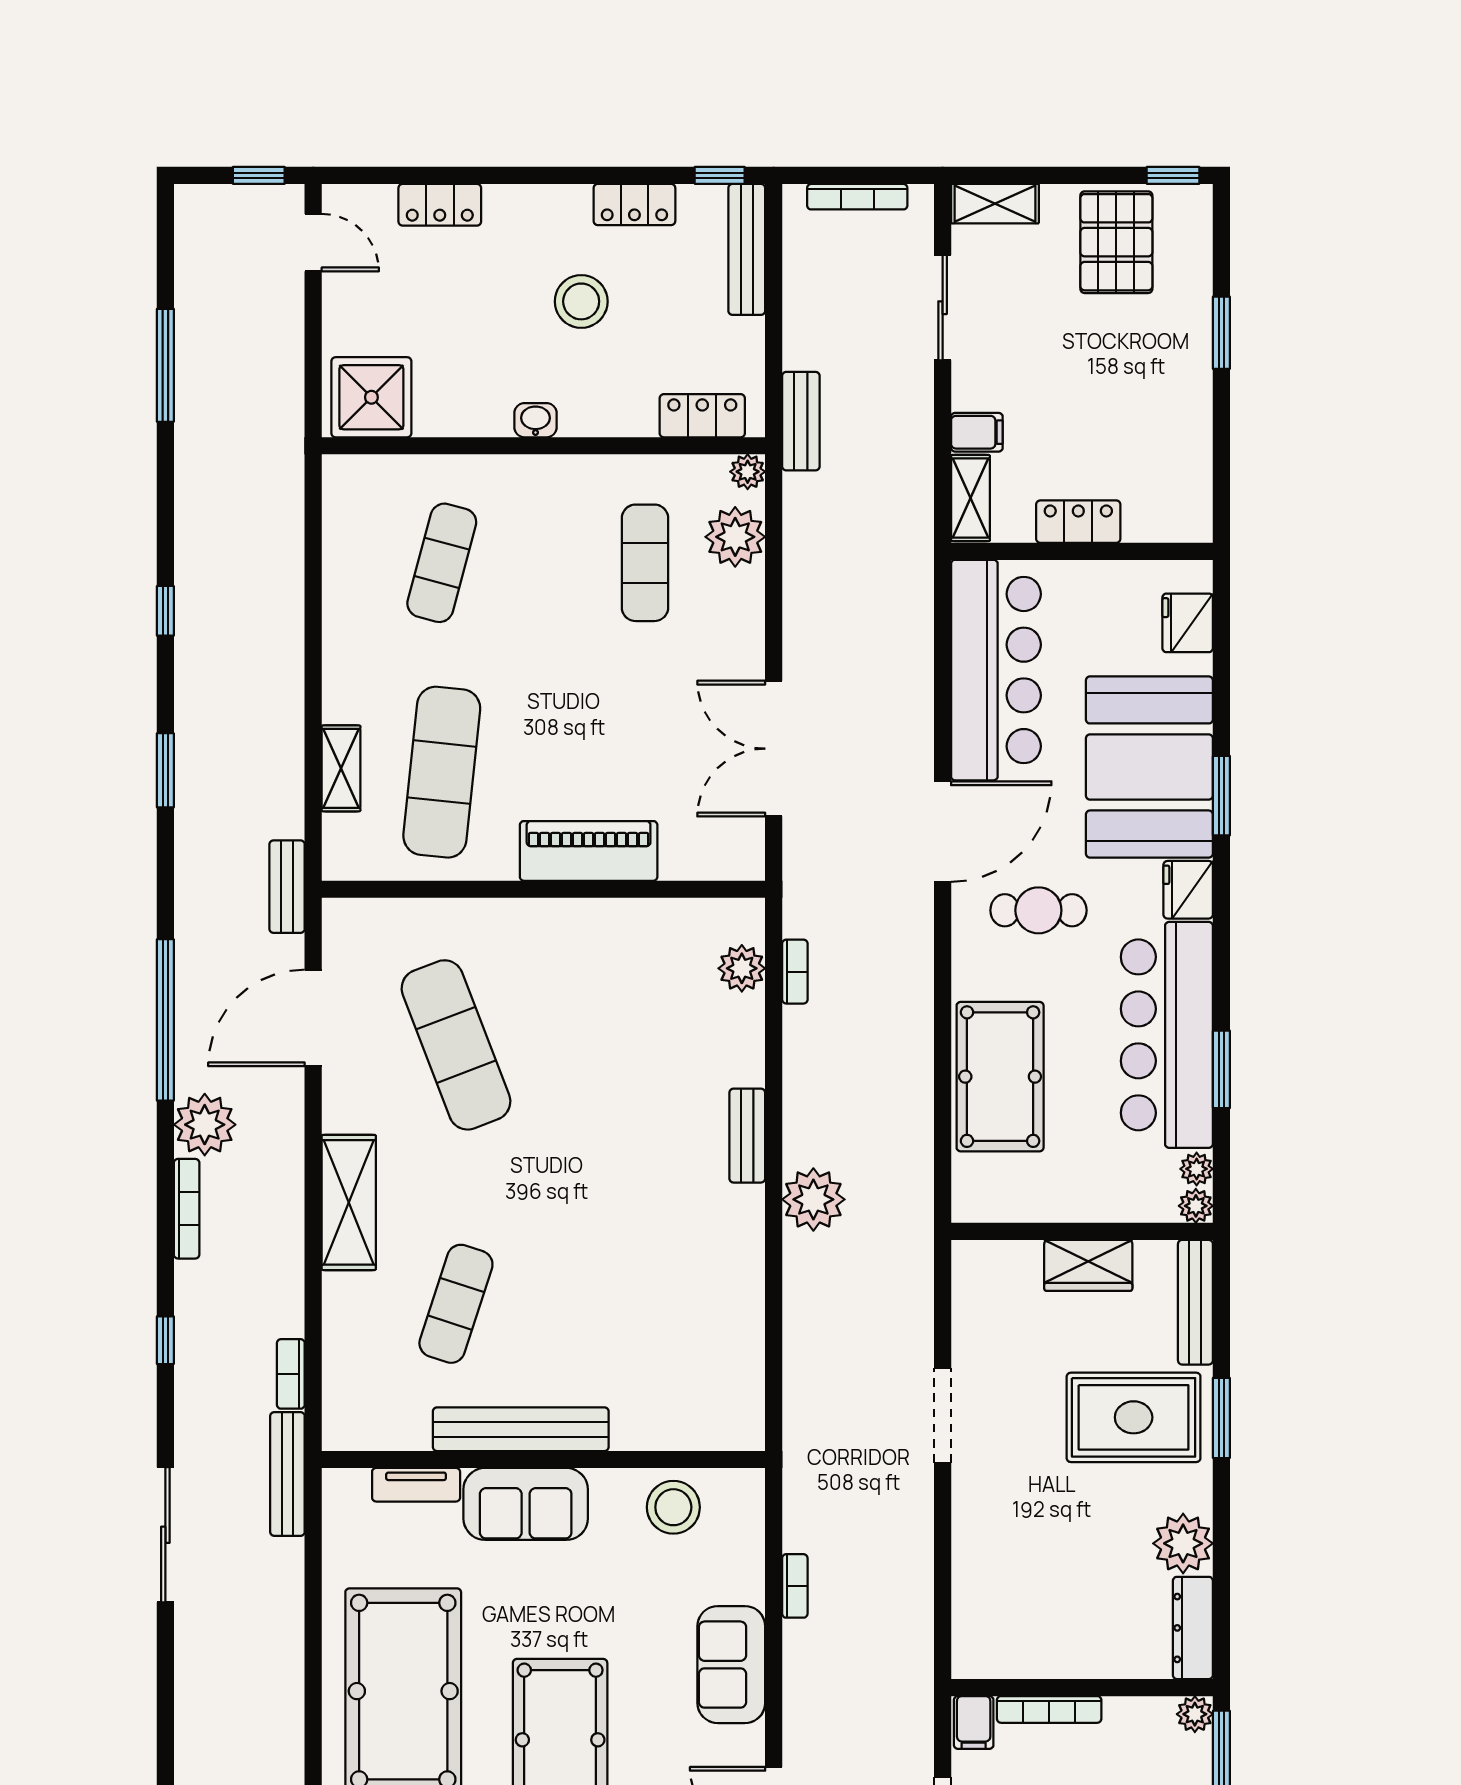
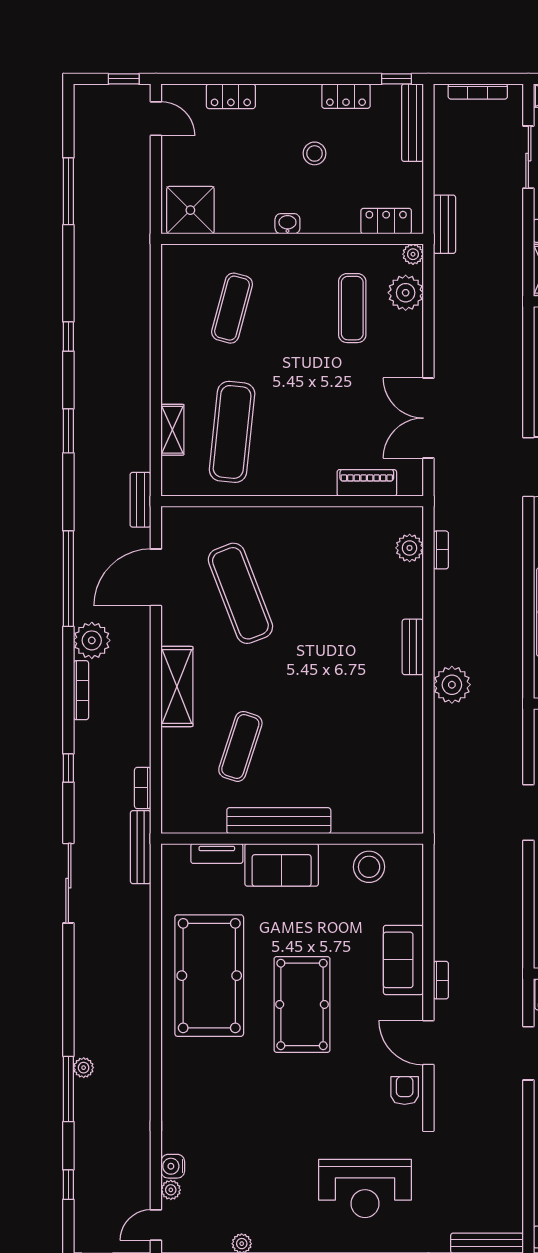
stool: (581, 301) -> (315, 153), width x0.73, depth x0.73
piano: (589, 851) -> (367, 483), moved, width x0.73, depth x0.75
bookcase: (795, 1586) -> (441, 980), moved

